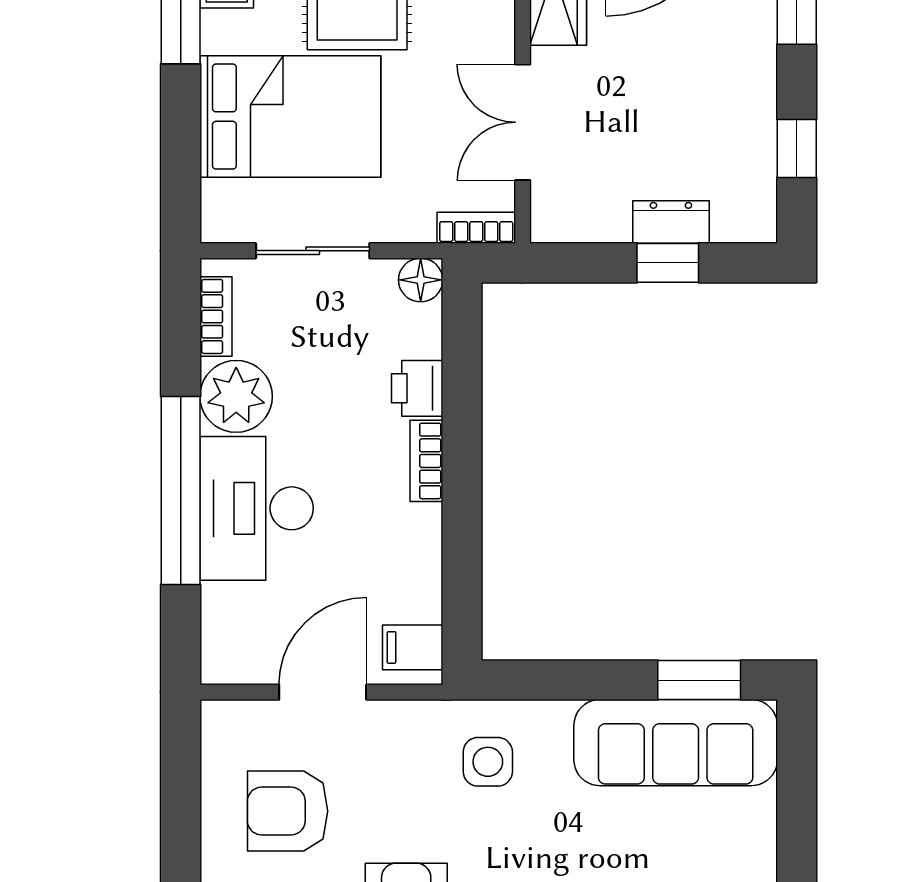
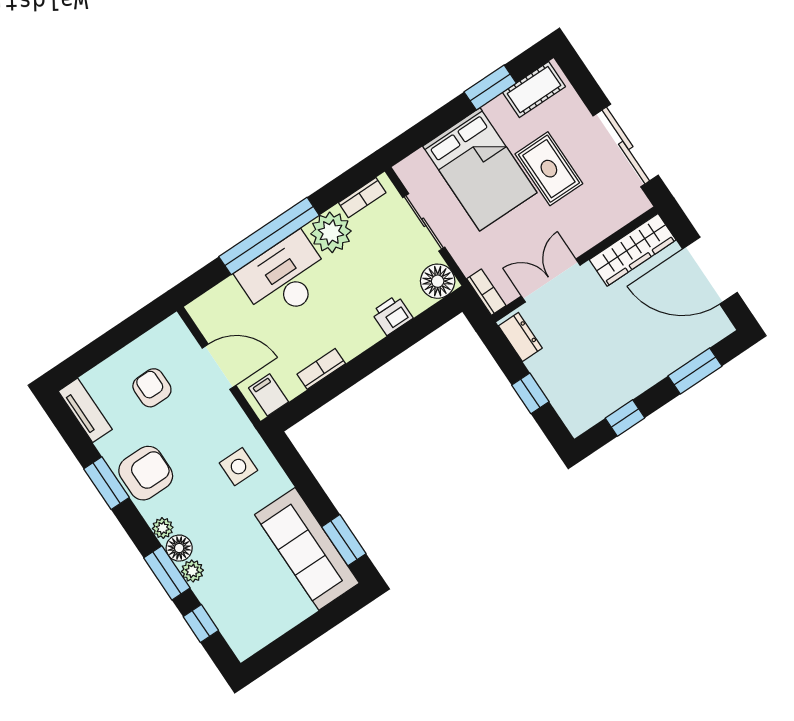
dresser: (671, 222) -> (520, 337), moved
floor lamp: (421, 280) -> (438, 281), width x1.38, depth x1.38
bookcase: (426, 461) -> (321, 369), moved
armchair: (288, 811) -> (152, 388), width x0.72, depth x0.72

